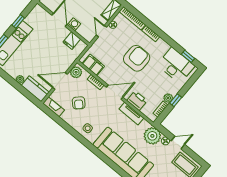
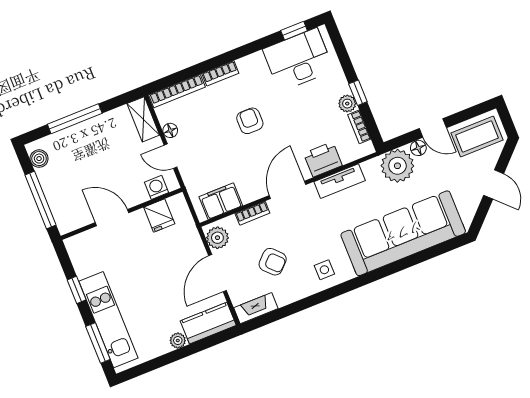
washing machine: (74, 24) -> (157, 187), moved
armchair: (137, 58) -> (250, 121), width x0.53, depth x0.53
door: (178, 143) -> (433, 128), swing flipped

